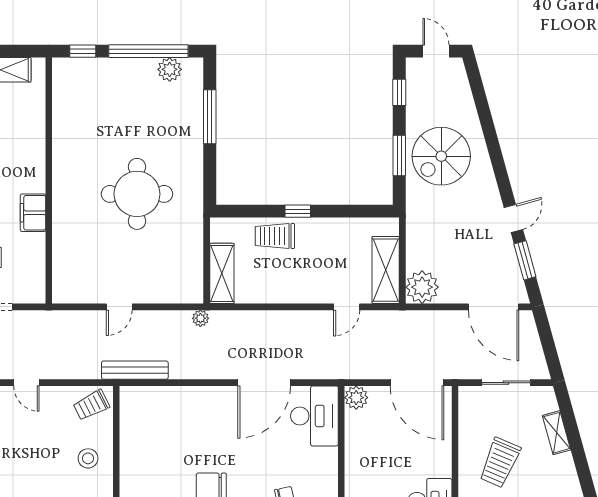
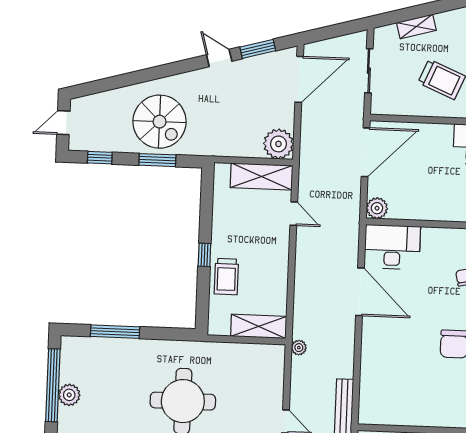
plant: (170, 69) -> (69, 395), moved

